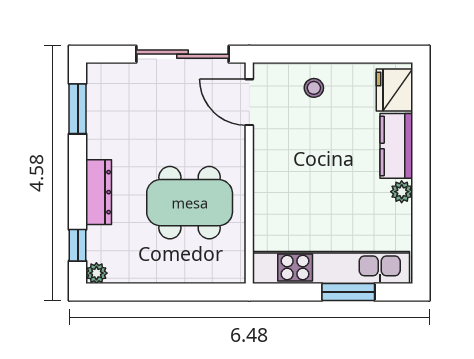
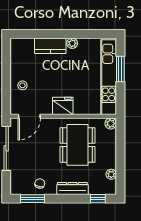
fridge: (395, 90) -> (63, 106), moved, turned 180
chair: (109, 124) -> (40, 183), added
plant: (234, 272) -> (111, 124), added
plant: (96, 273) -> (111, 174), moved

